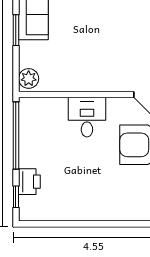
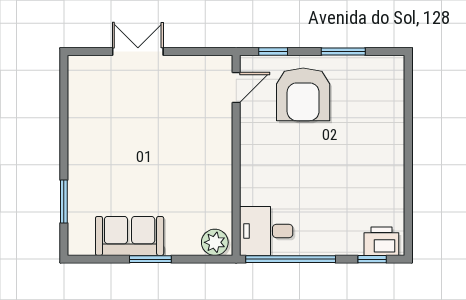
desk: (87, 117) -> (266, 231), moved
printer: (29, 182) -> (381, 241), moved

